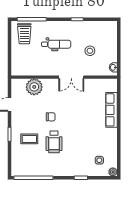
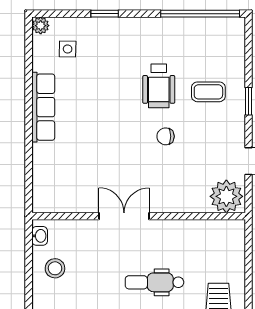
stool: (90, 51) -> (55, 268), moved
plant: (34, 87) -> (226, 196), moved
row of seats: (111, 110) -> (43, 107), moved
wheelchair: (54, 142) -> (159, 86), turned 180

